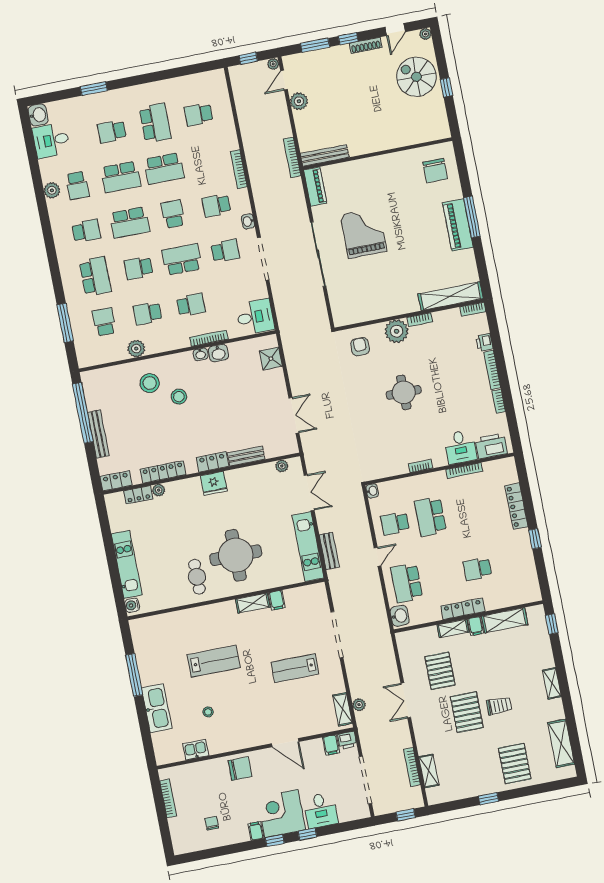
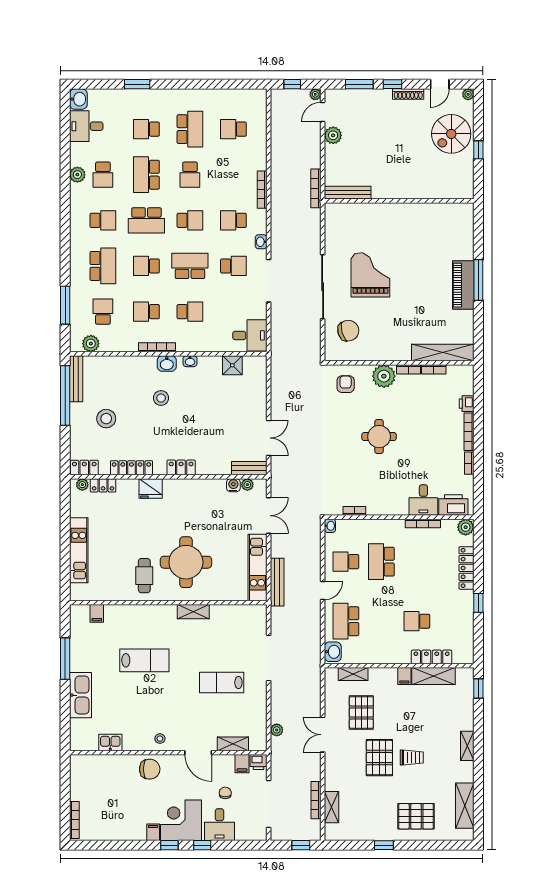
spiral stairs: (416, 77) -> (451, 134), turned -90
school desk: (164, 168) -> (190, 175), width x0.54
chair: (435, 170) -> (348, 331), moved, turned -106
school desk: (121, 177) -> (146, 175), turned 90
piano: (315, 187) -> (333, 221), removed
school desk: (173, 214) -> (190, 220), turned 90
bookcase: (473, 309) -> (434, 369), moved
bookcase: (209, 338) -> (157, 347), moved
plant: (136, 349) -> (91, 344), moved
washbasin: (218, 353) -> (167, 363), moved
shower: (271, 359) -> (232, 365), moved
stool: (150, 383) -> (106, 419), moved
bench: (98, 434) -> (76, 379), moved
bench: (246, 456) -> (249, 468), moved
bookcase: (421, 466) -> (354, 511), moved
plant: (508, 466) -> (466, 527), added
fridge: (214, 483) -> (151, 488), moved
plant: (159, 490) -> (82, 485), moved
bench: (329, 551) -> (277, 582), width x1.36
filing cabinet: (277, 600) -> (97, 613), moved
water cooler: (132, 605) -> (233, 485), moved, turned 90
locker: (463, 609) -> (432, 657), moved
shelving: (453, 628) -> (353, 674), moved
shelving: (343, 709) -> (233, 744), moved, turned 90
stool: (208, 712) -> (160, 739), moved
pallet: (515, 764) -> (416, 816), turned 90
bookcase: (168, 798) -> (74, 820), moved
chair: (212, 823) -> (225, 793), moved

